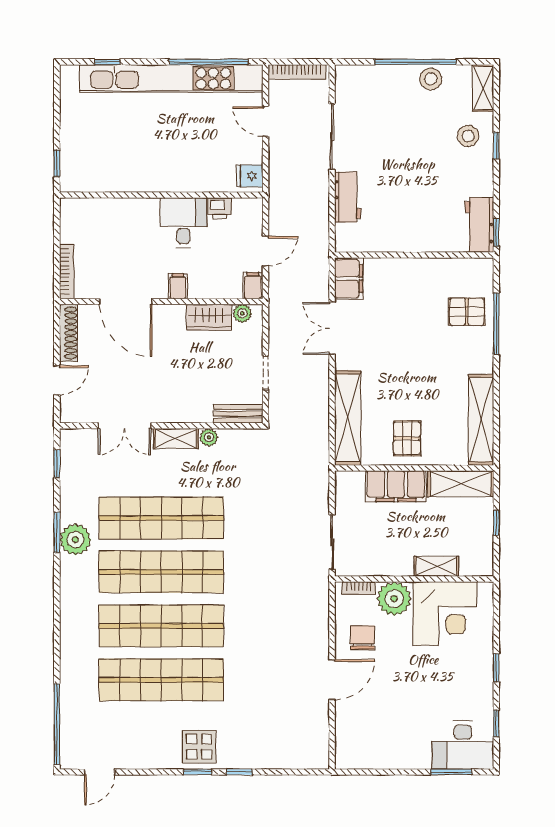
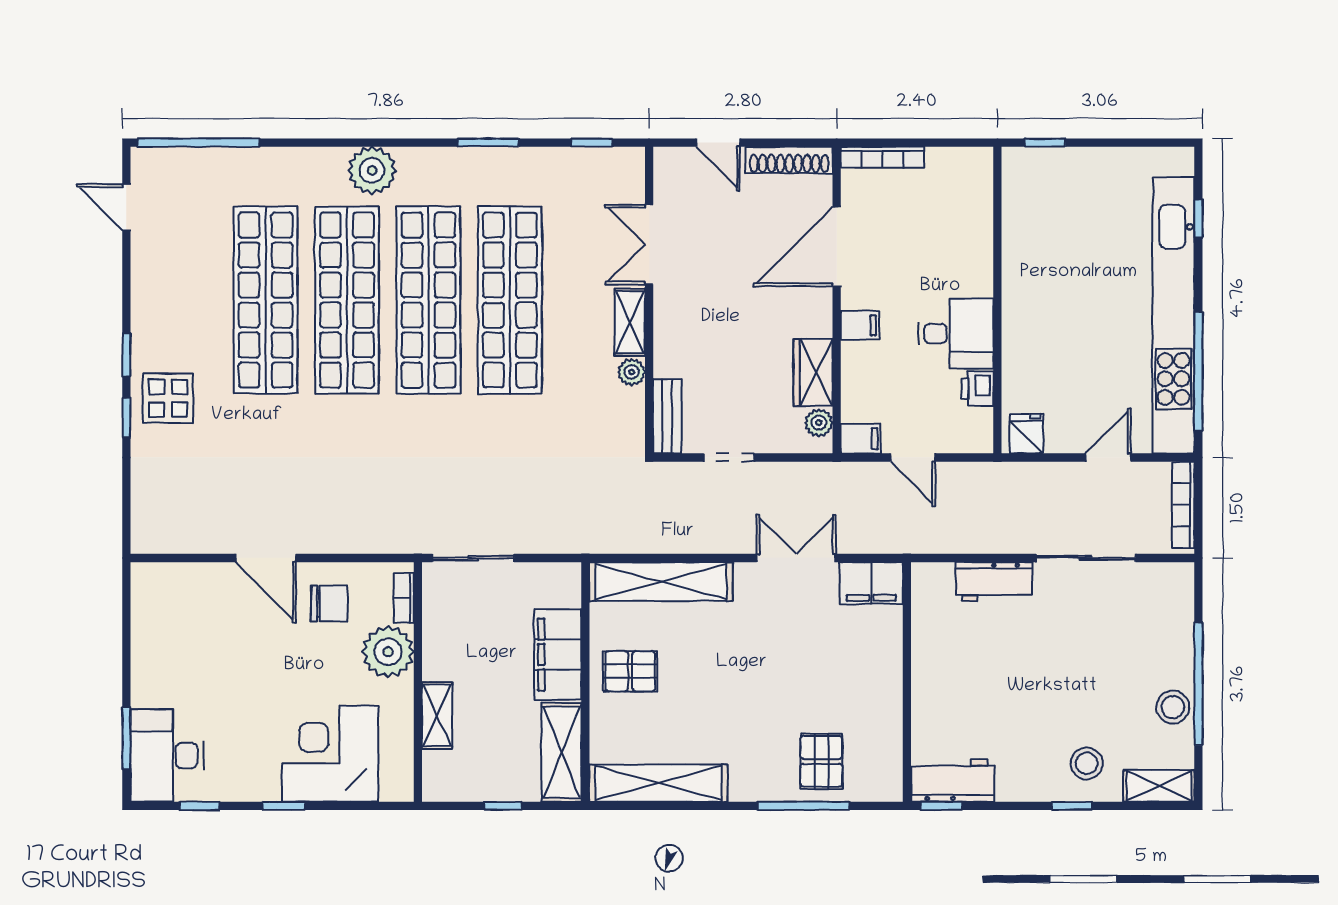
plant: (75, 540) -> (372, 170), moved
corner desk: (445, 613) -> (330, 754), moved, turned 90
display table: (199, 747) -> (168, 398), moved

